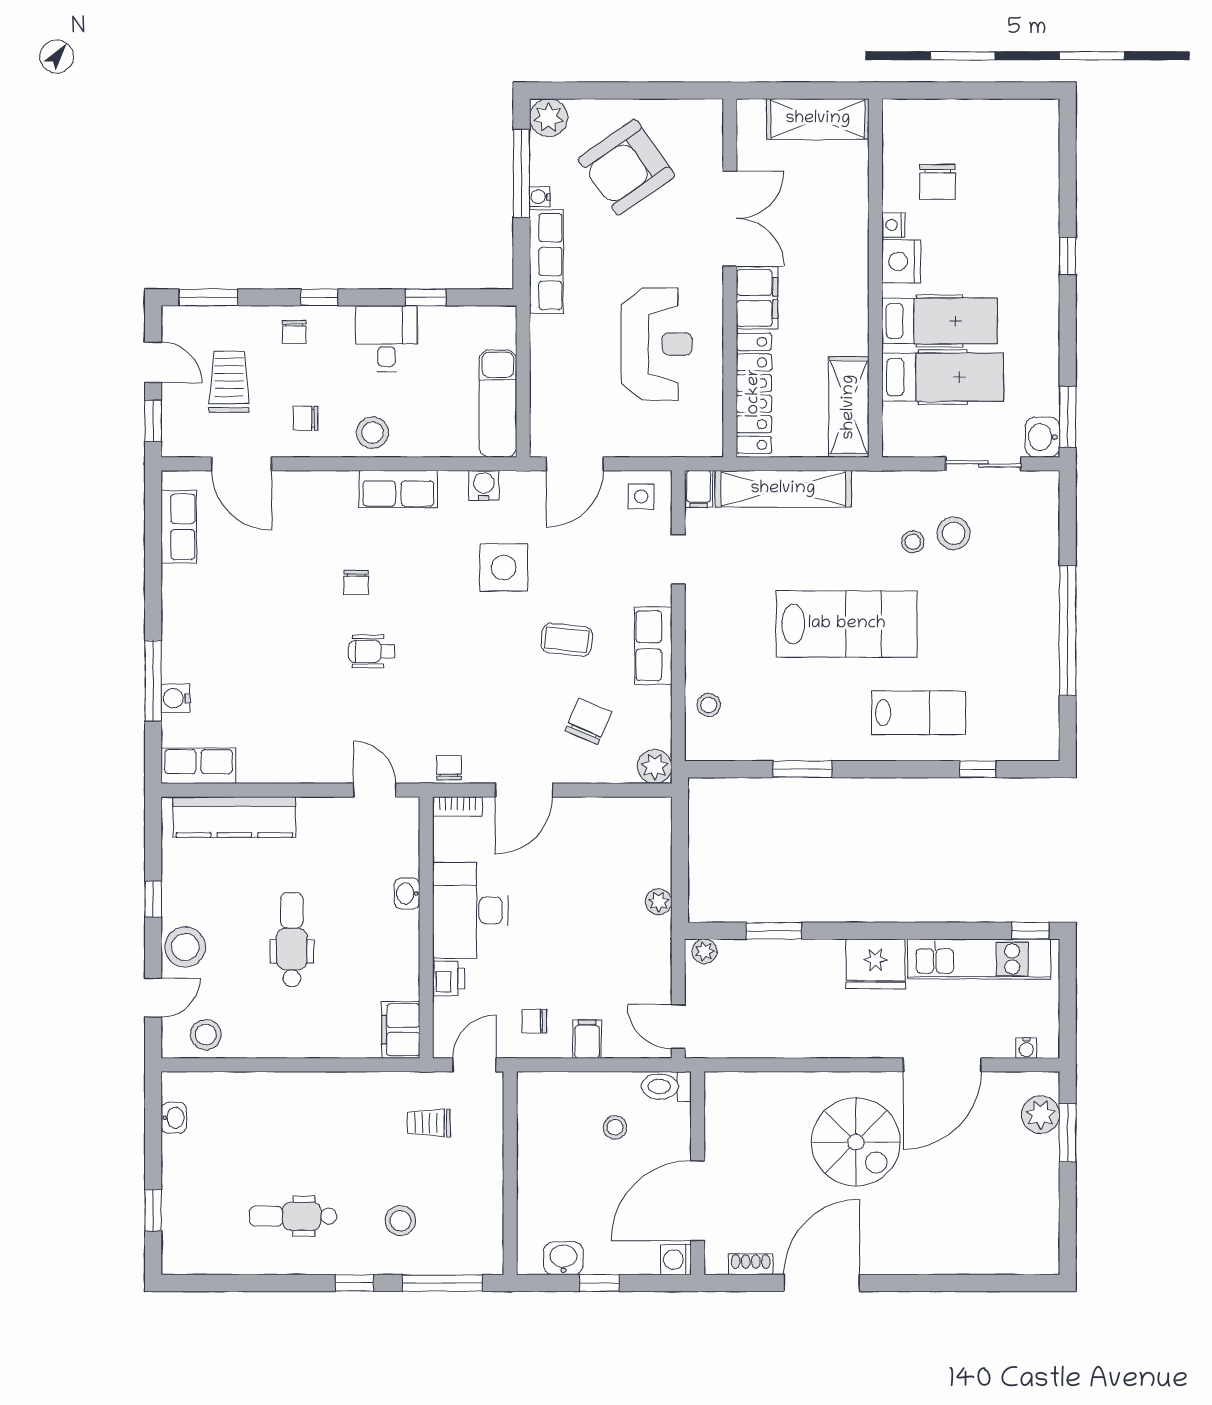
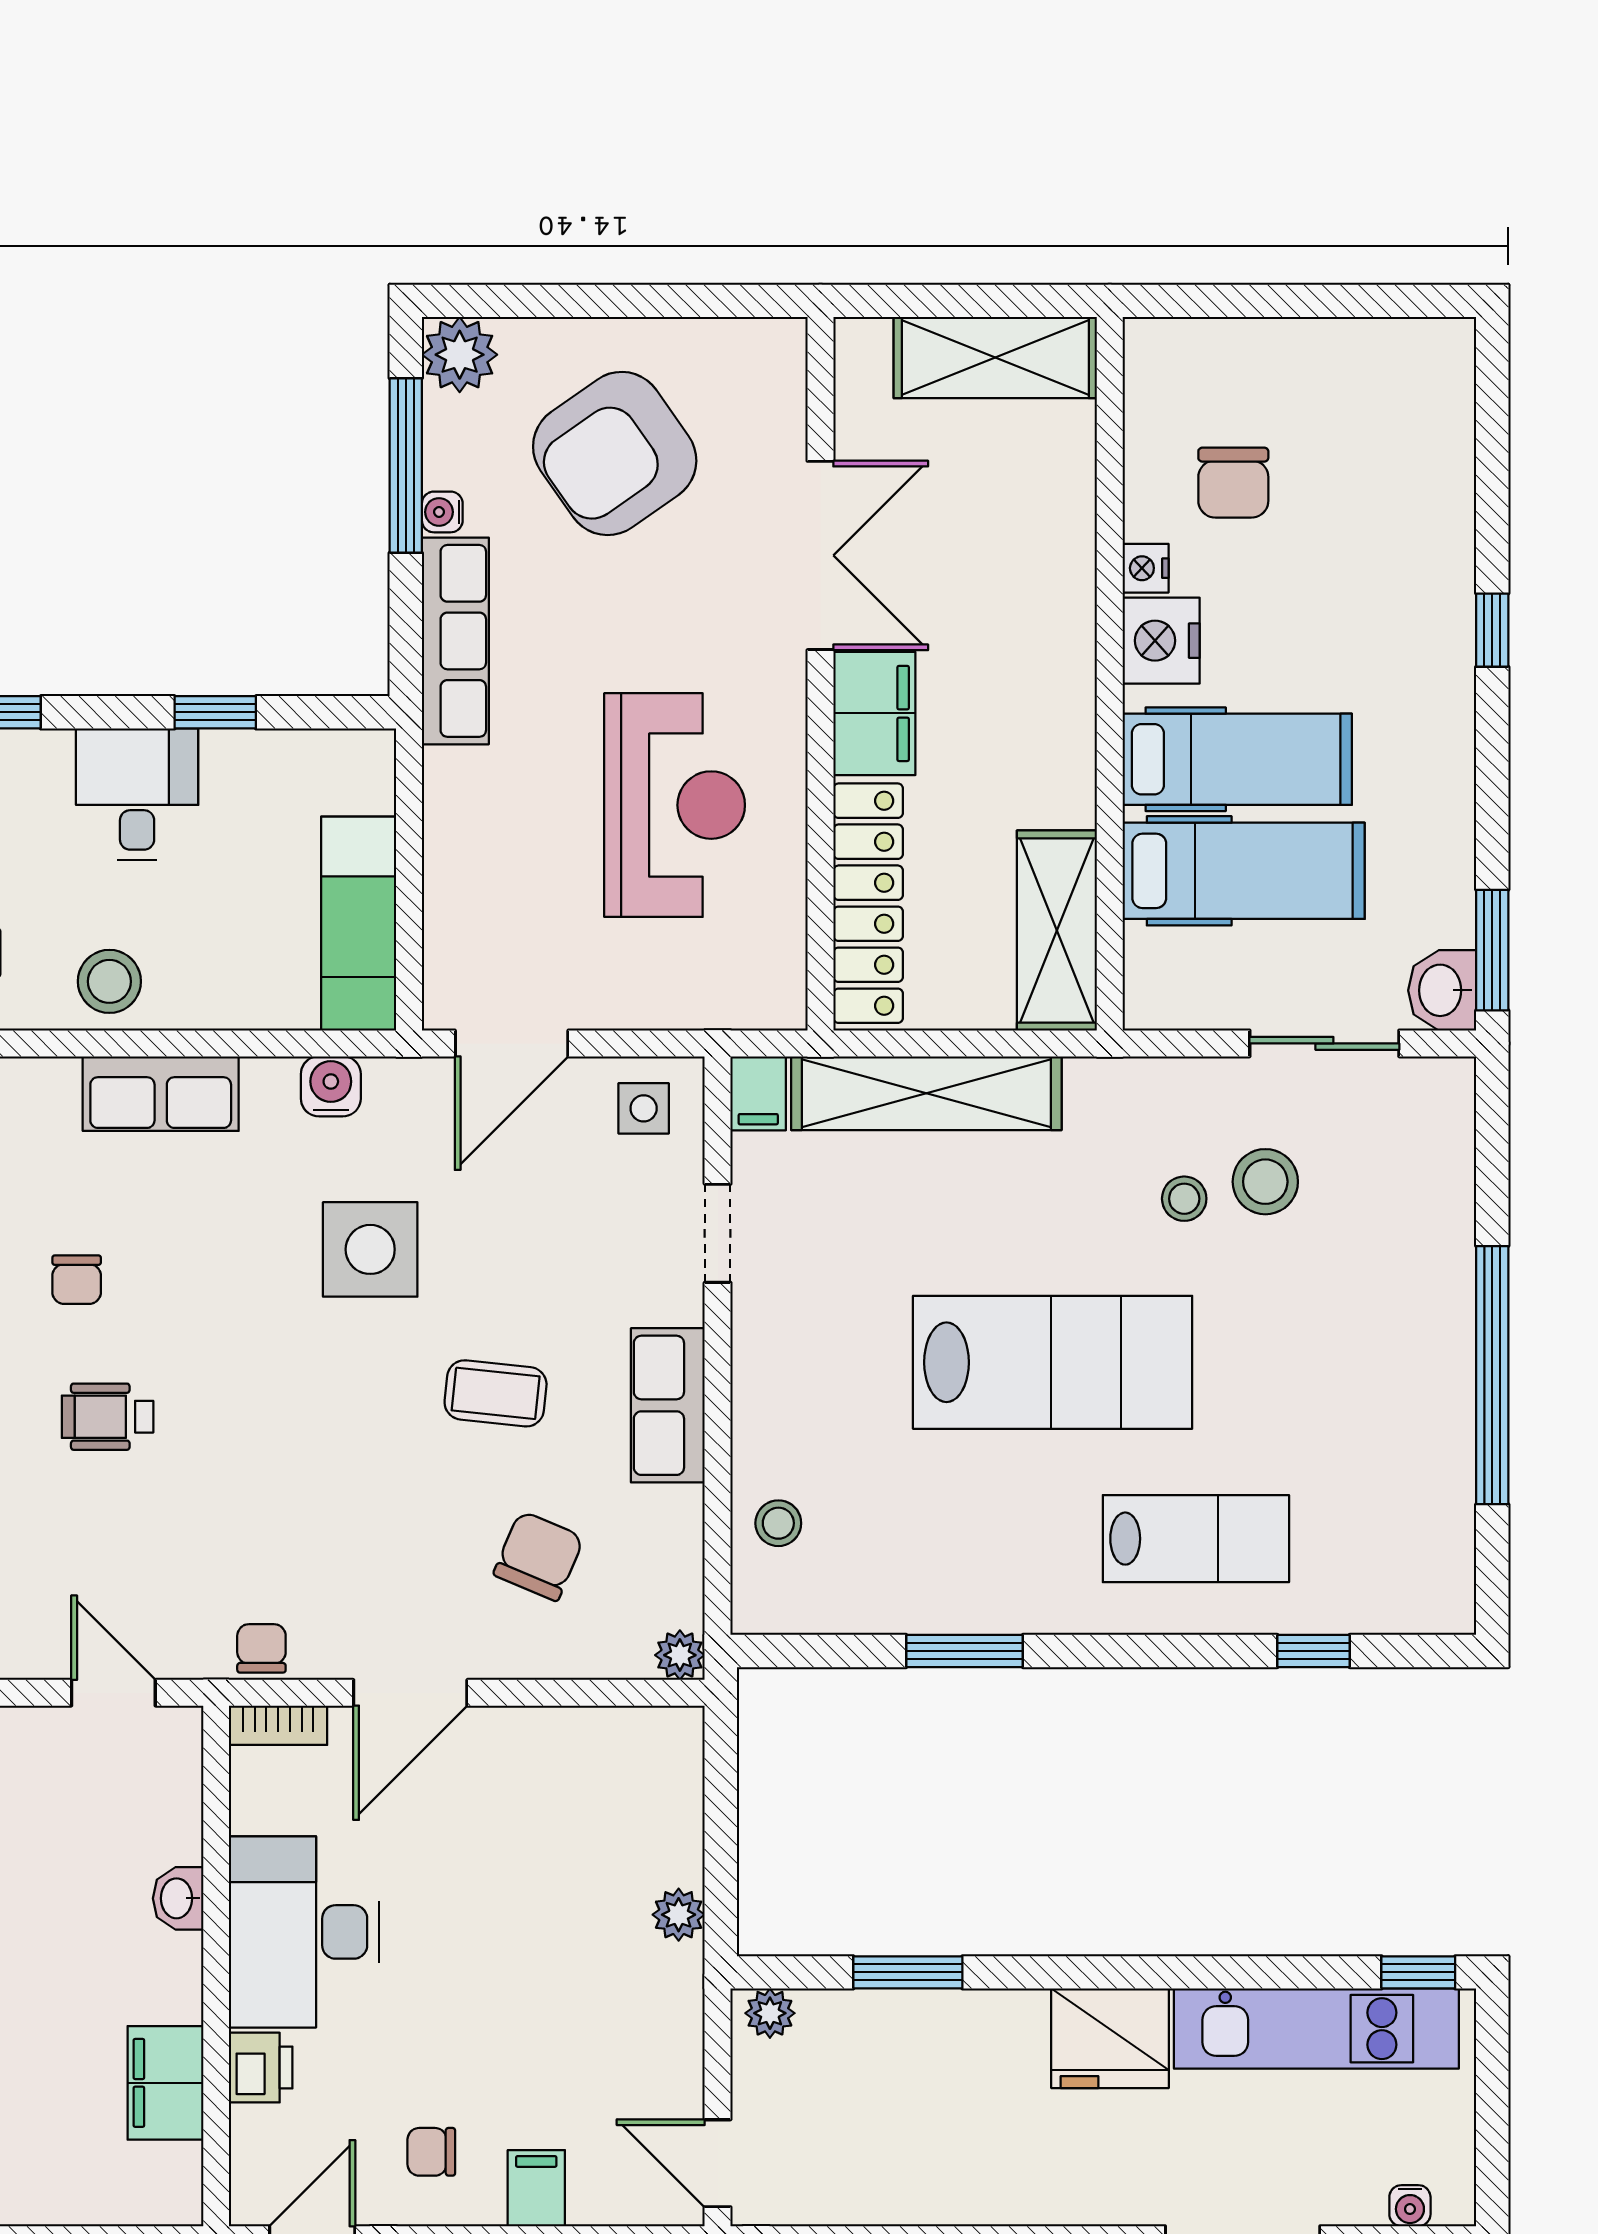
plant: (655, 767) -> (680, 1655), width x0.73, depth x0.73
filing cabinet: (401, 1030) -> (165, 2083), moved

